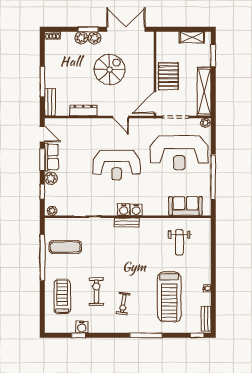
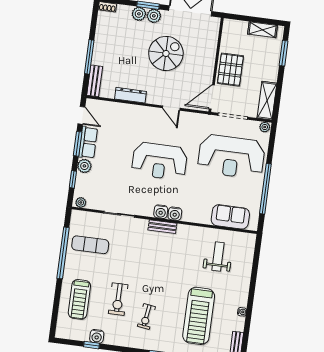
shelving: (204, 92) -> (267, 101), width x0.68
weight bench: (179, 242) -> (218, 256), turned 180
exercise bike: (96, 292) -> (118, 299), turned 180
treadmill: (62, 296) -> (79, 299), turned 180

